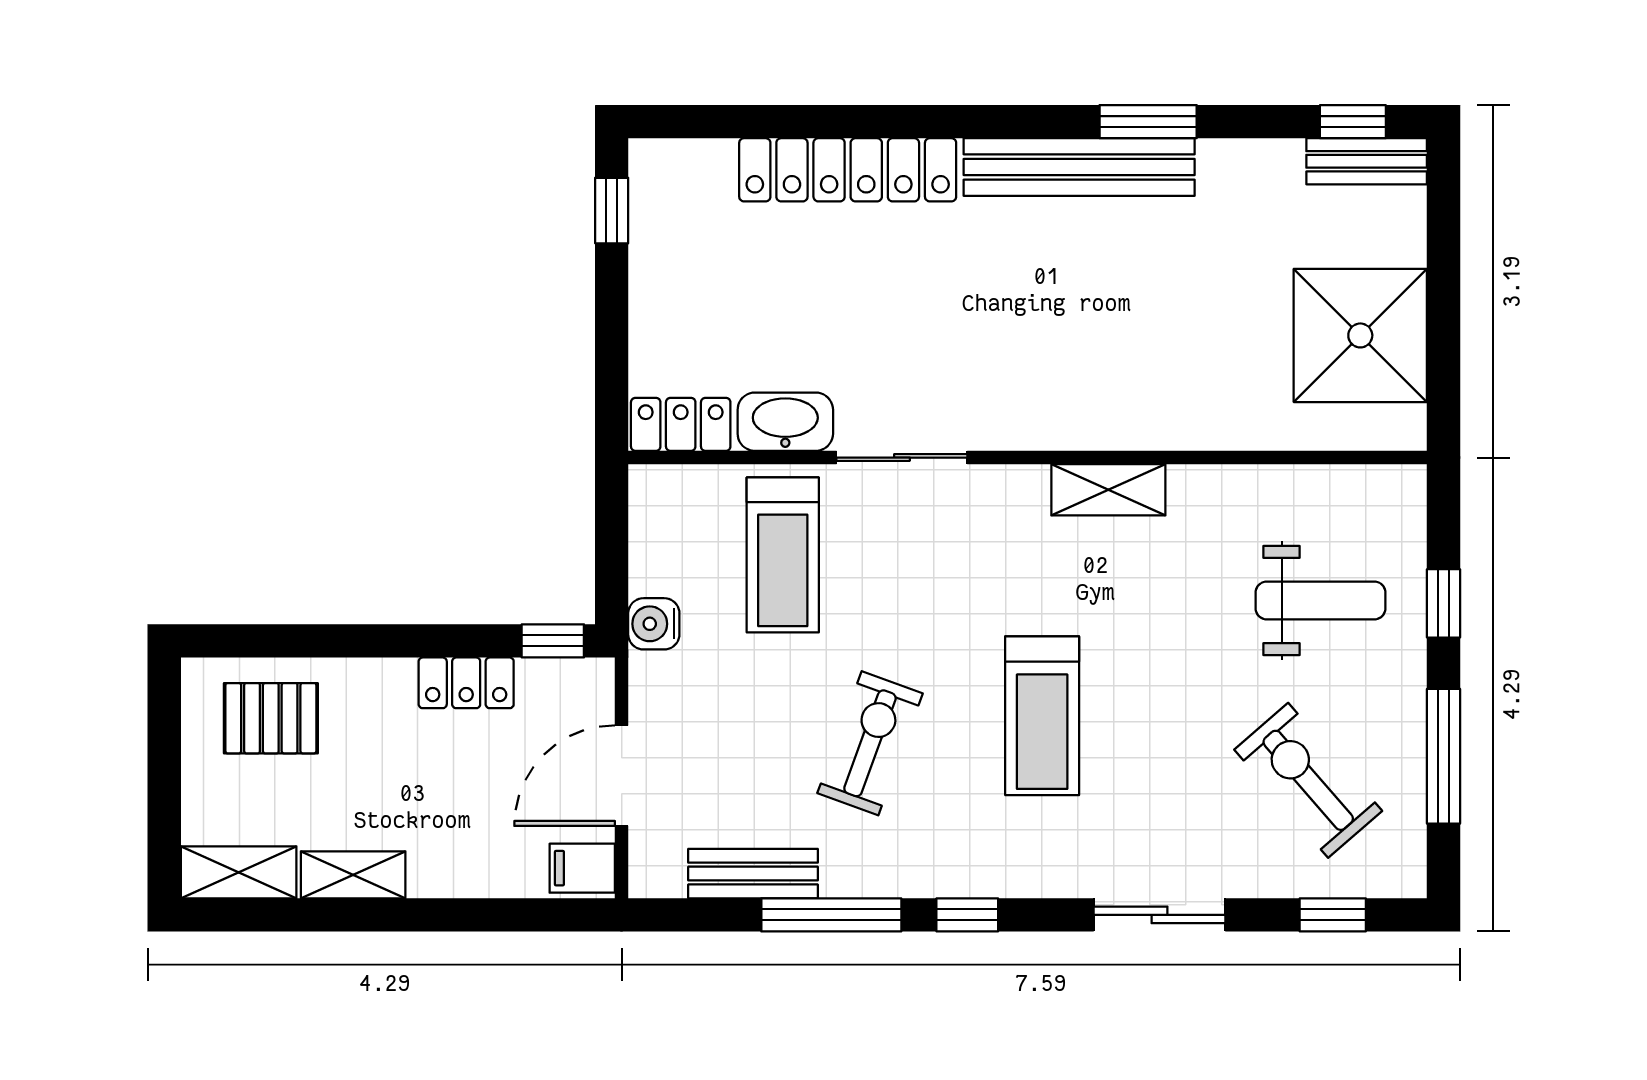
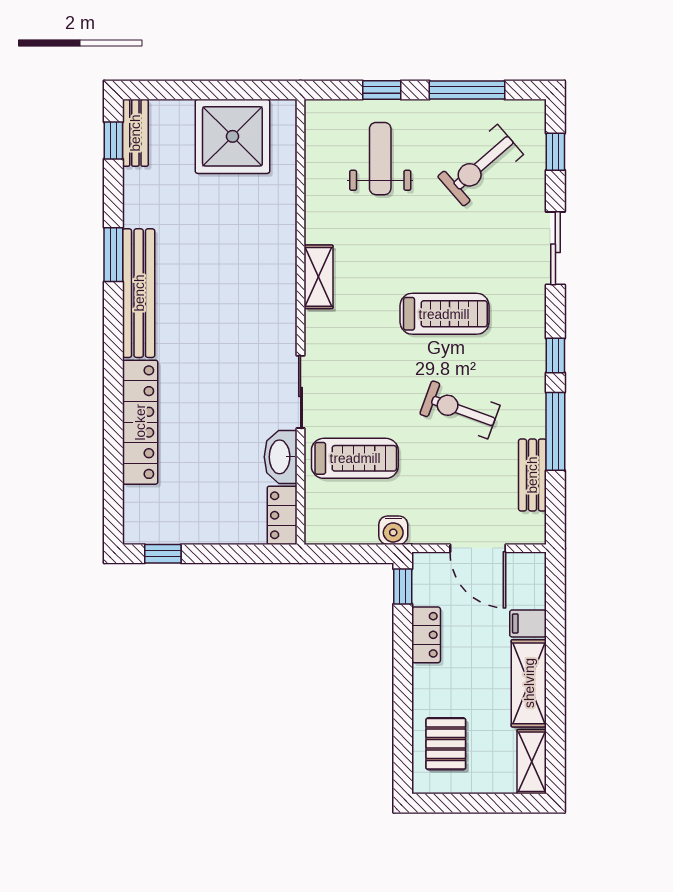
filing cabinet: (582, 868) -> (528, 623), moved, turned 90
shelving: (353, 875) -> (529, 683), width x1.50, depth x1.33

